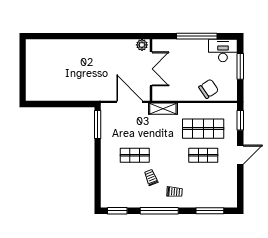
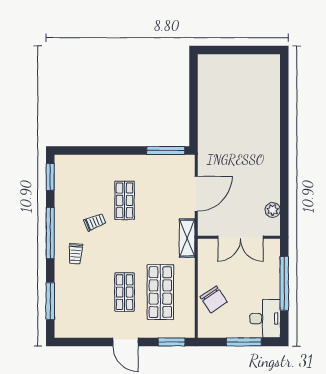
double door: (151, 69) -> (240, 237), moved
wall: (151, 70) -> (239, 237), moved

